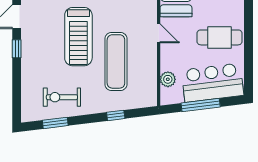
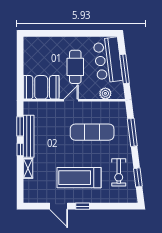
treadmill: (78, 37) -> (79, 178), moved, turned 180
cafe table: (219, 37) -> (75, 67), moved
window: (116, 115) -> (132, 132), width x2.17

